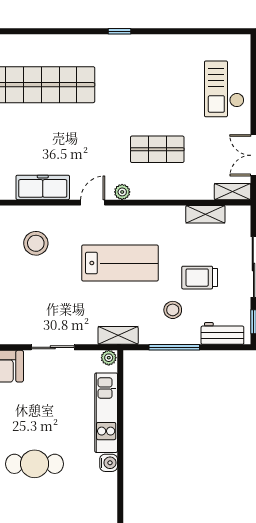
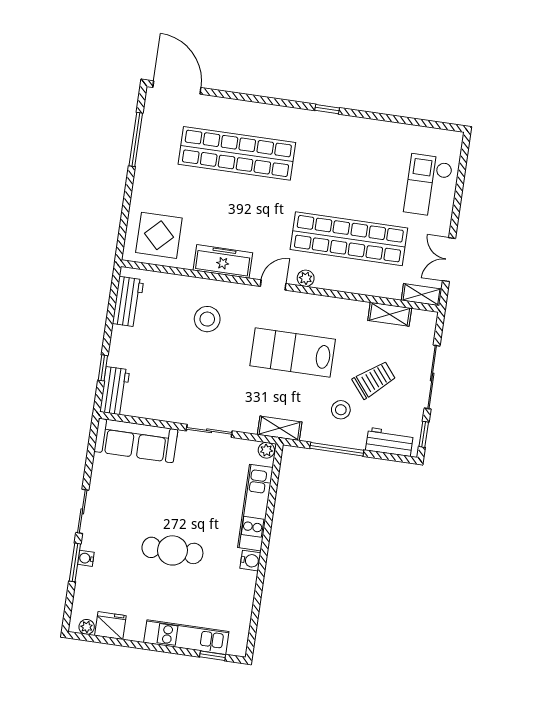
shop shelf: (157, 149) -> (349, 239), width x2.00, depth x1.36
lab bench: (120, 263) -> (293, 353), turned 180
trolley: (200, 278) -> (374, 380), turned 141

